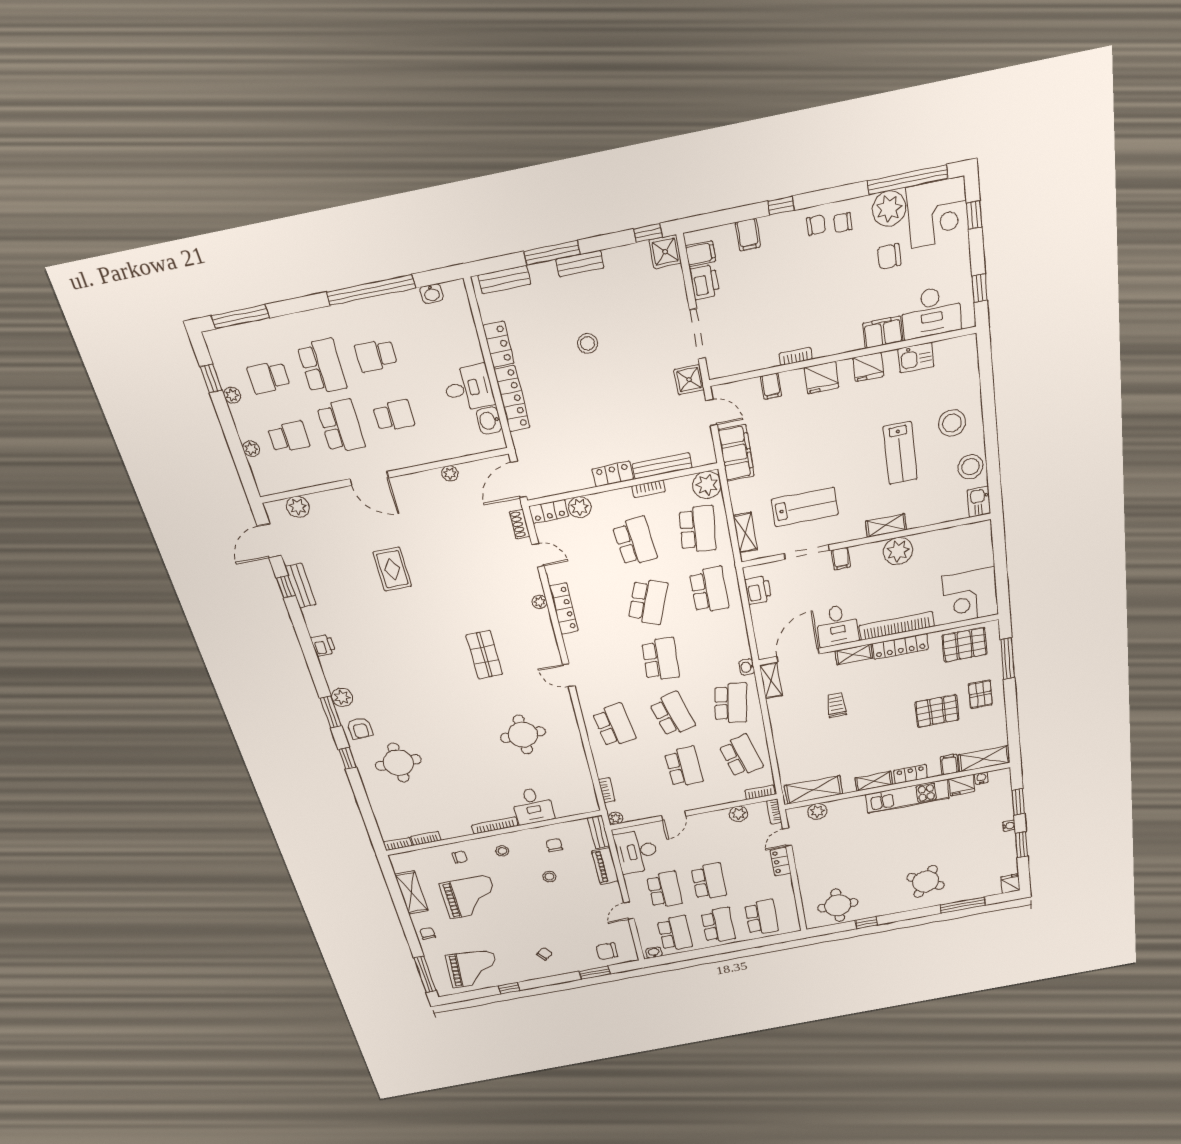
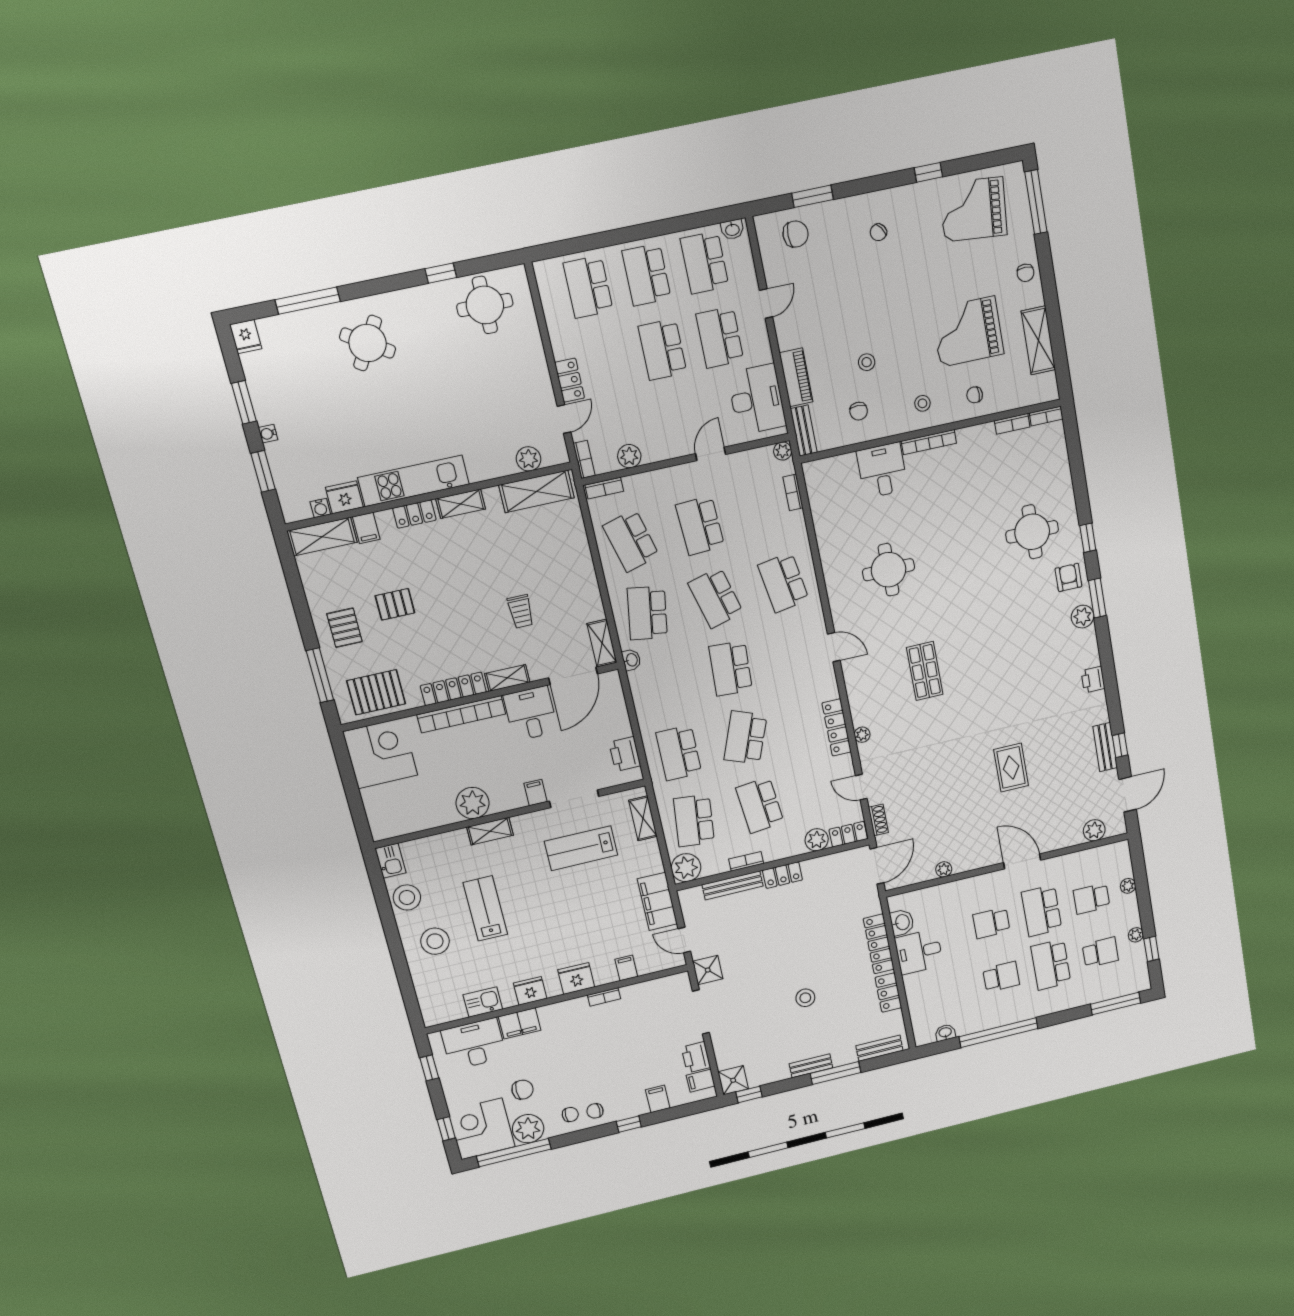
pallet: (937, 711) -> (395, 604), width x0.67, depth x0.71

